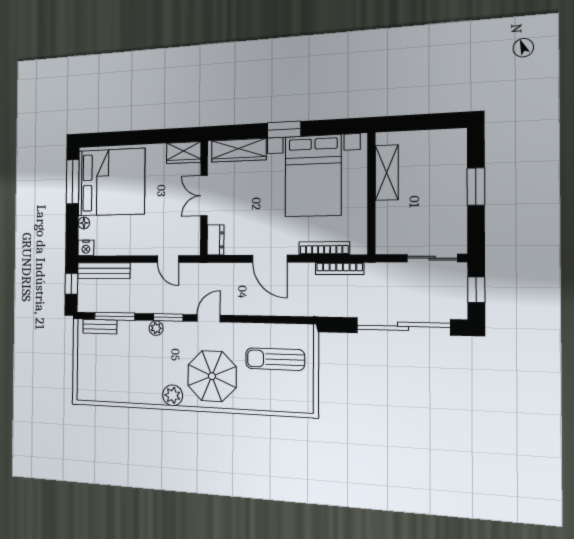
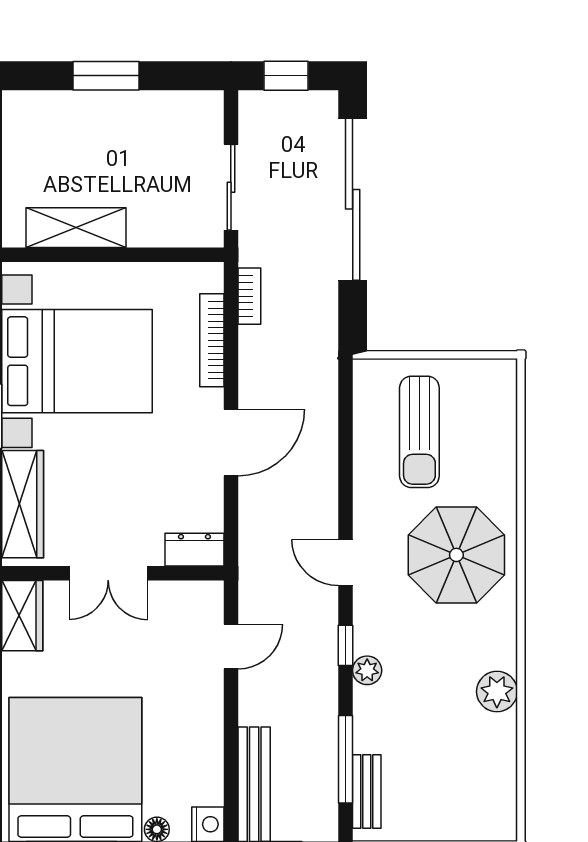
sliding door: (432, 258) -> (231, 187), moved
bookcase: (340, 268) -> (249, 296), width x0.64
window: (168, 317) -> (345, 645), width x0.67
plant: (173, 395) -> (497, 692), moved

